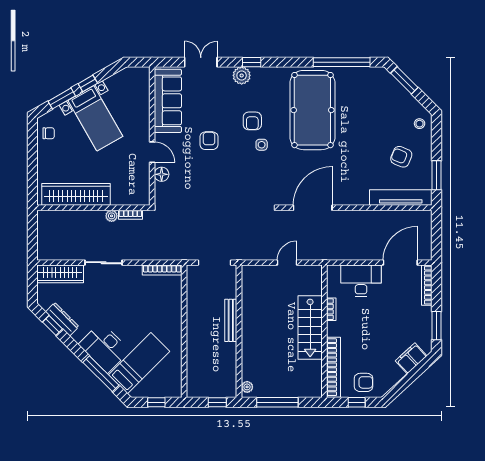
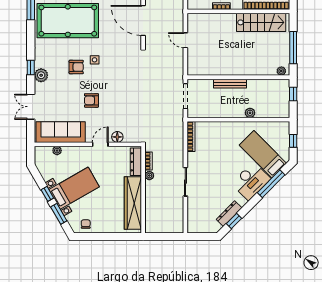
plant: (144, 96) -> (57, 151), added
dresser: (129, 198) -> (136, 162), added
wardrobe: (60, 274) -> (194, 215), removed
stairs: (310, 327) -> (261, 22), moved
plant: (193, 346) -> (250, 113), added

